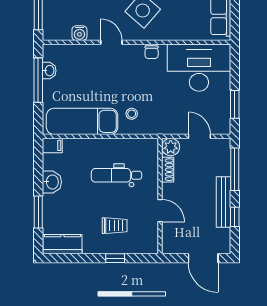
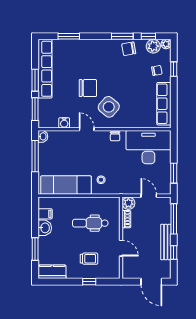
washbasin: (49, 71) -> (43, 136), moved
filing cabinet: (52, 145) -> (45, 214), moved

